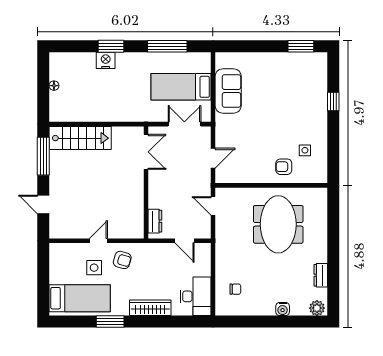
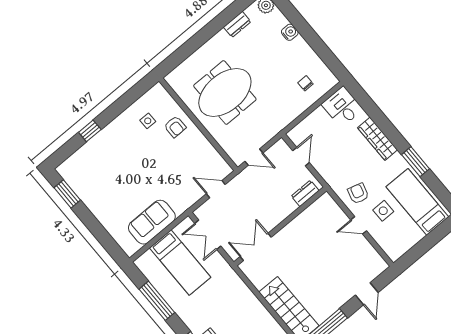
door: (213, 206) -> (254, 157), hinge flipped
desk: (196, 296) -> (342, 107), width x0.73

